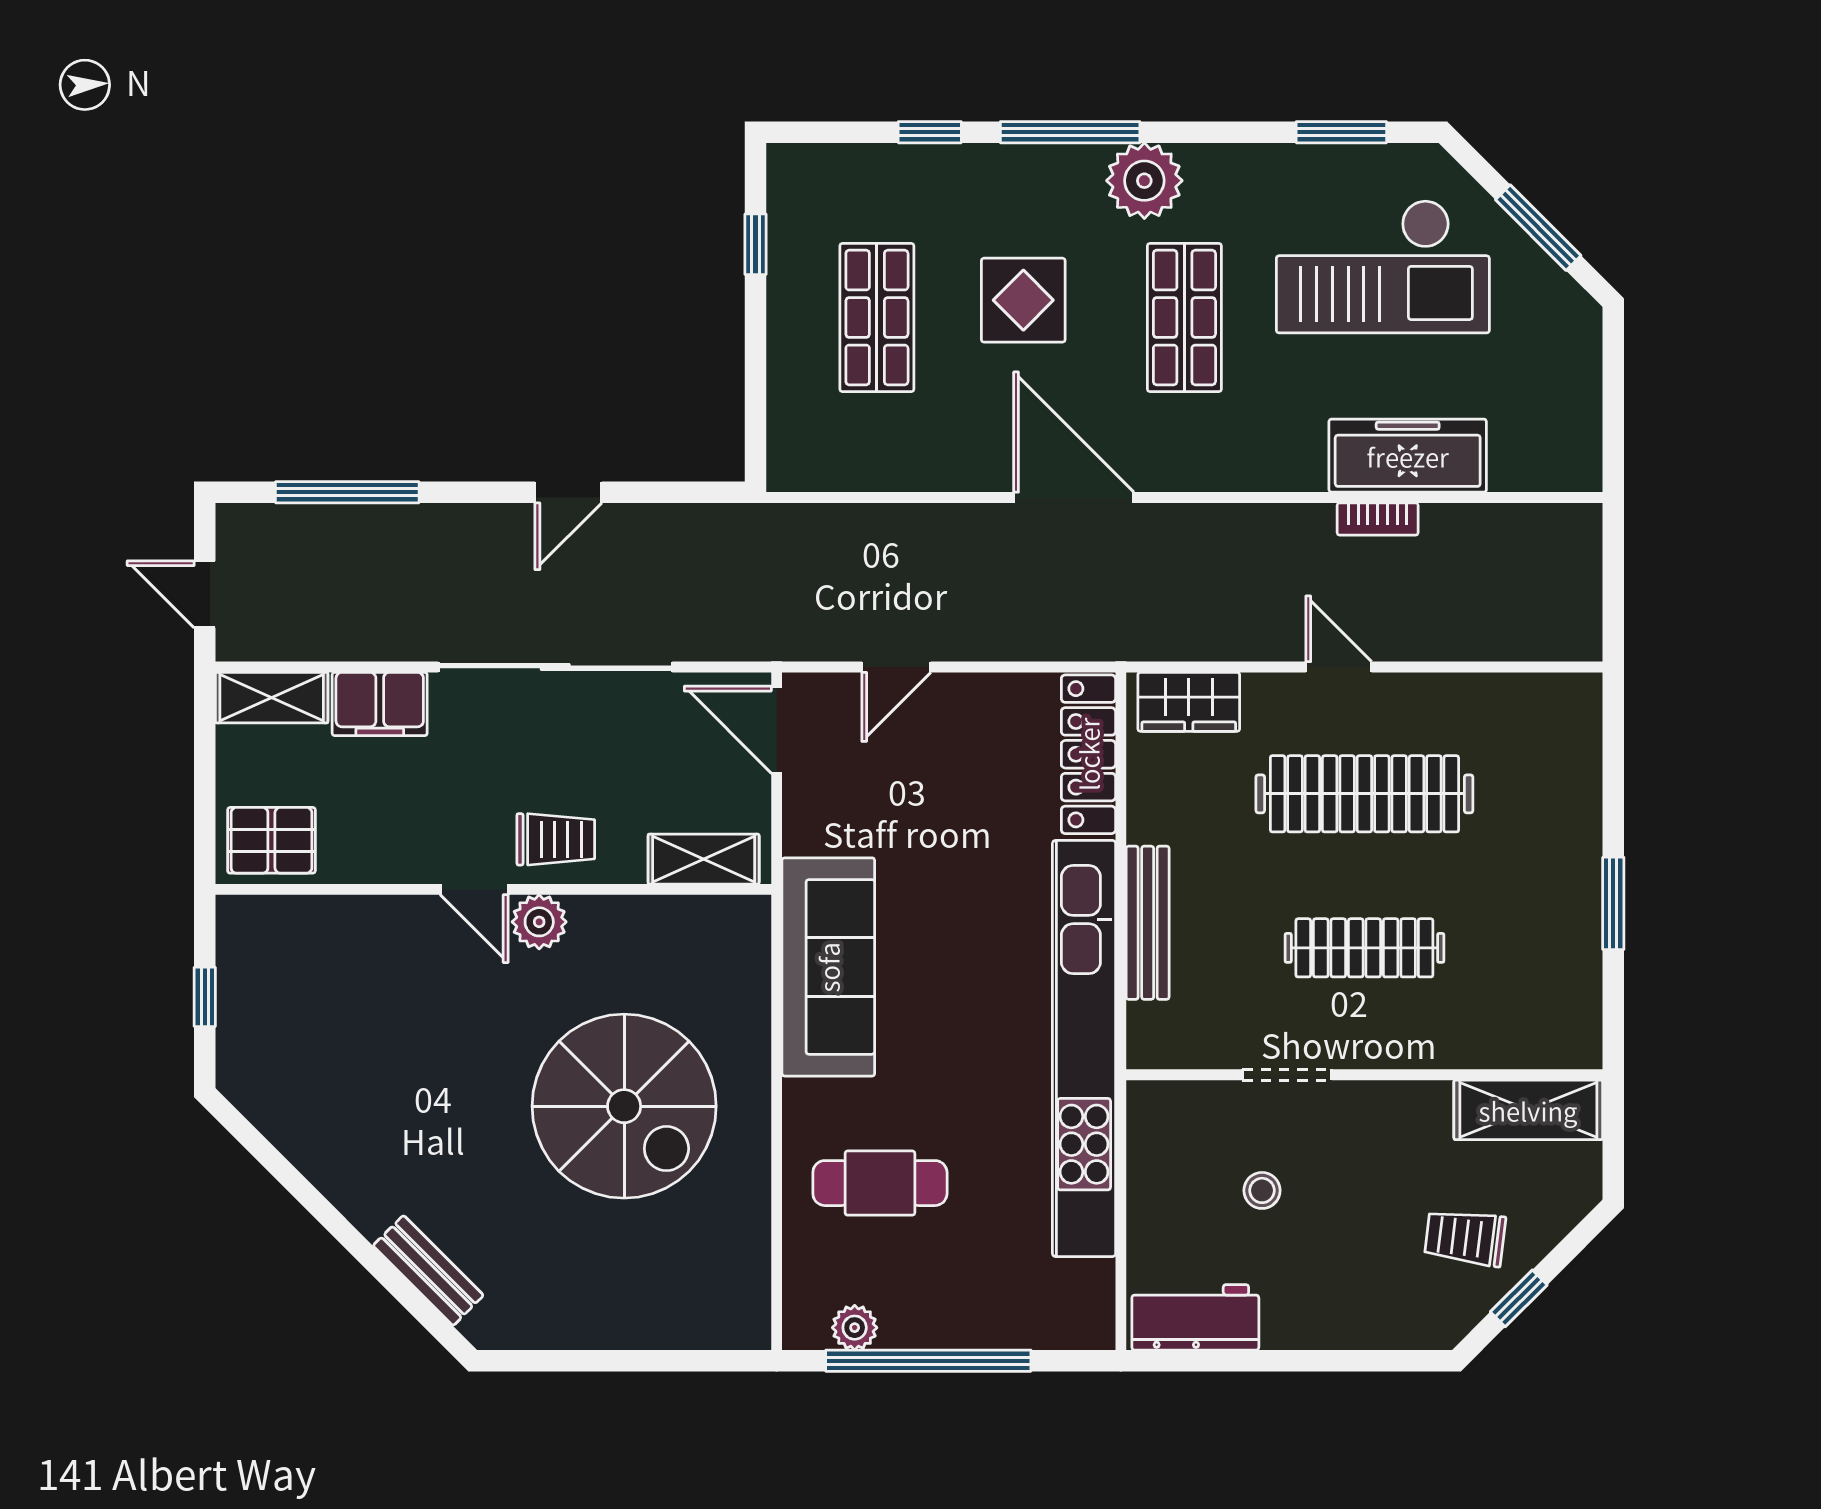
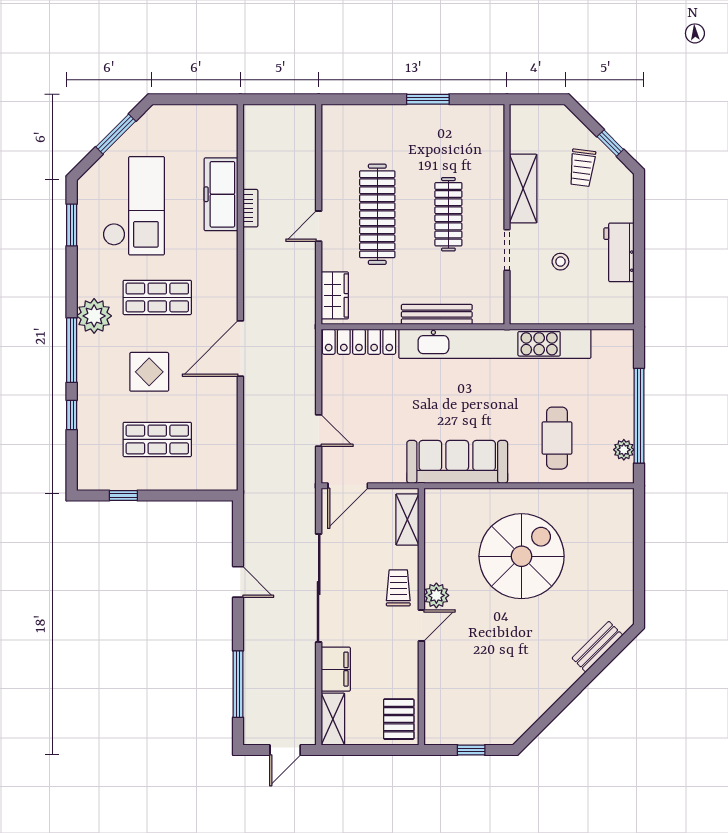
shelving: (1528, 1110) -> (523, 189), moved
workbench: (1195, 1317) -> (619, 252), moved

